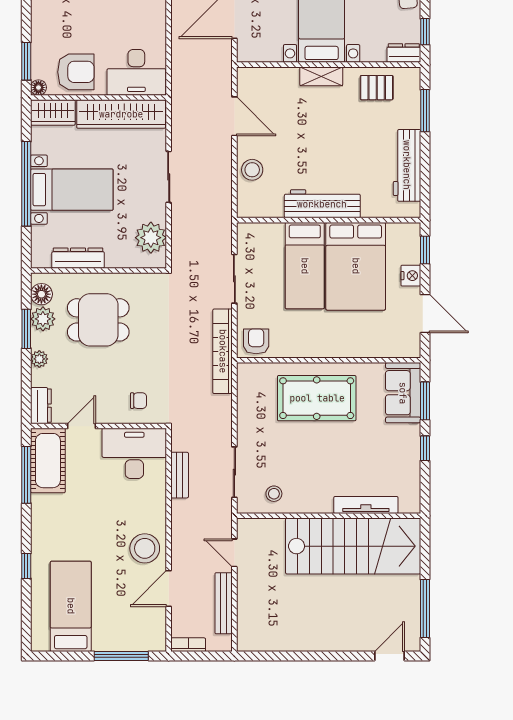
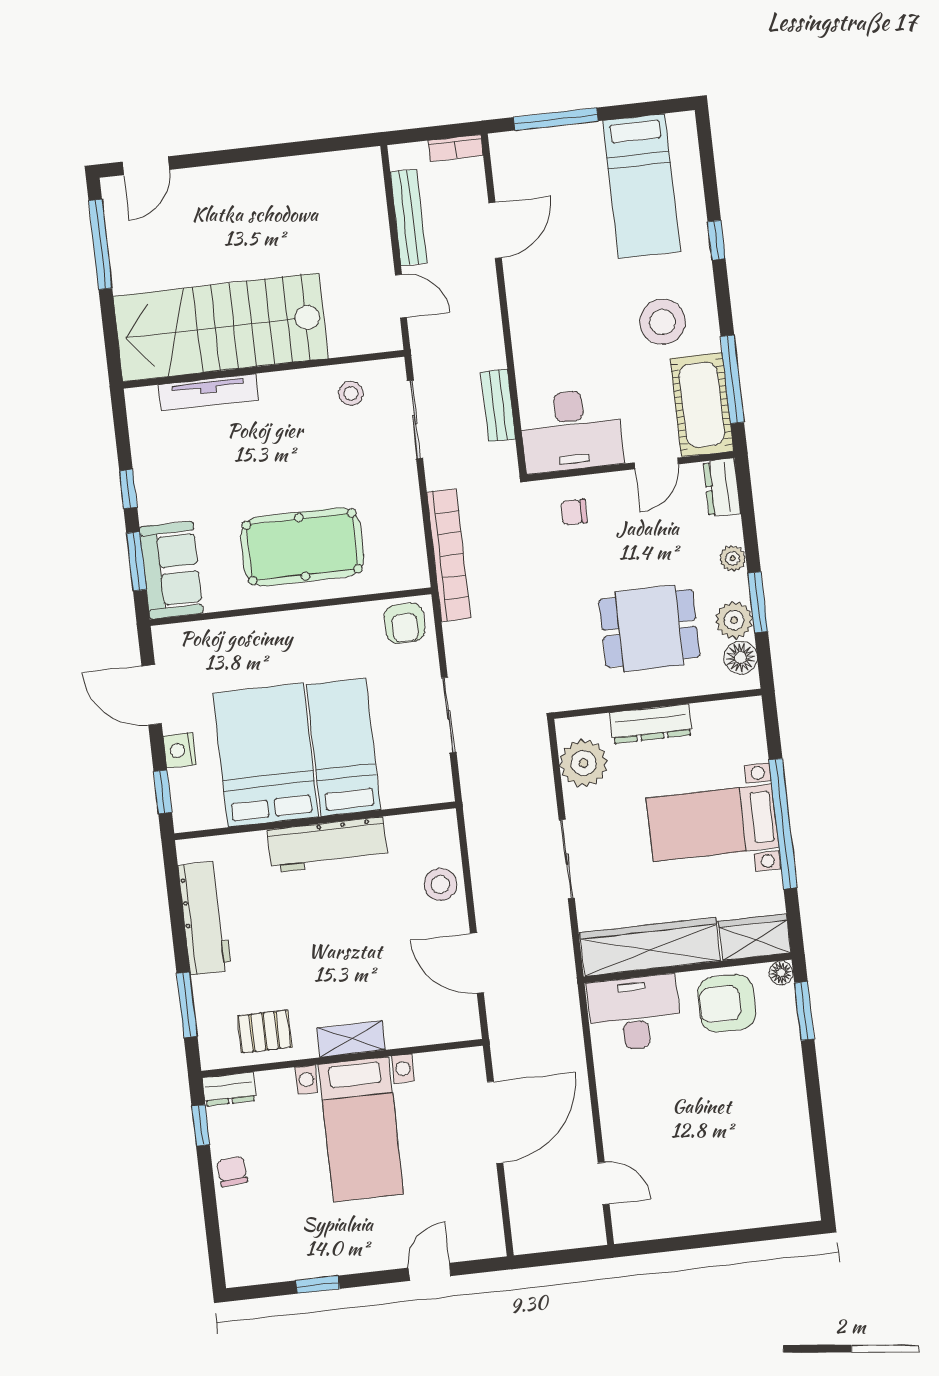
dresser: (78, 258) -> (651, 724), moved
bookcase: (223, 351) -> (449, 555), moved
stool: (145, 548) -> (662, 322), moved

